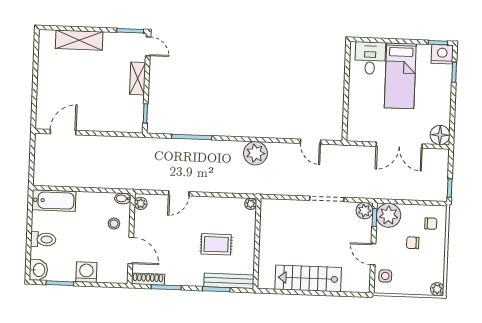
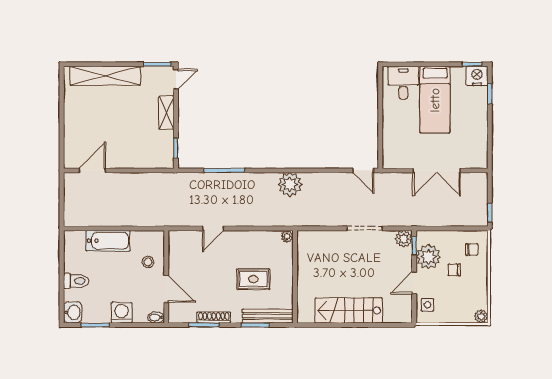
shelving: (79, 40) -> (105, 76), width x1.47
door: (148, 46) -> (176, 79), hinge flipped
floor lamp: (440, 135) -> (478, 159), removed
door: (310, 142) -> (363, 170), moved
bidet: (123, 198) -> (156, 317), moved
bathtub: (54, 201) -> (108, 241), moved
plant: (141, 203) -> (175, 240), removed
plant: (389, 215) -> (428, 257), moved
door: (373, 254) -> (414, 283), hinge flipped
shoe rack: (148, 279) -> (214, 317), moved

